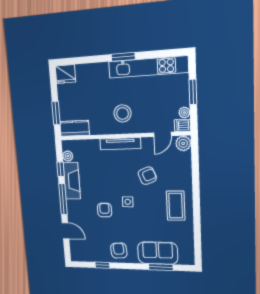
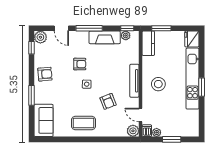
kitchen unit: (148, 67) -> (193, 79), moved
window: (61, 169) -> (127, 28), moved
door: (66, 231) -> (61, 28), hinge flipped
sofa: (158, 253) -> (44, 120), moved
plant: (77, 254) -> (40, 37), added
window: (102, 265) -> (31, 48), moved
window: (161, 267) -> (31, 95), moved

